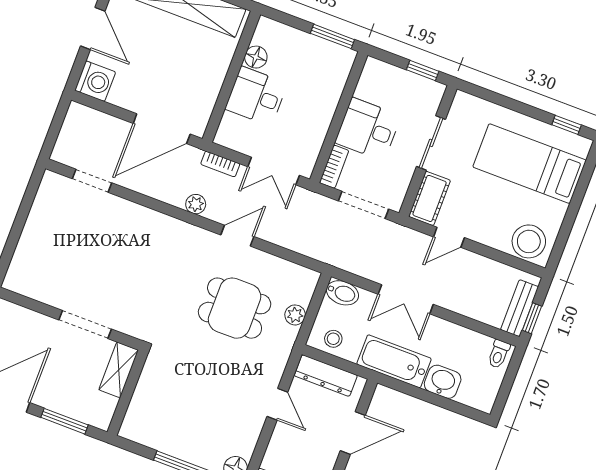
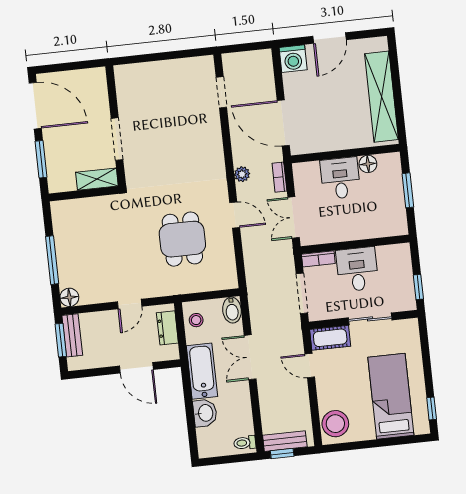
window: (332, 36) -> (408, 190), moved
plant: (295, 315) -> (199, 284), removed
dresser: (326, 376) -> (167, 328), width x0.70

